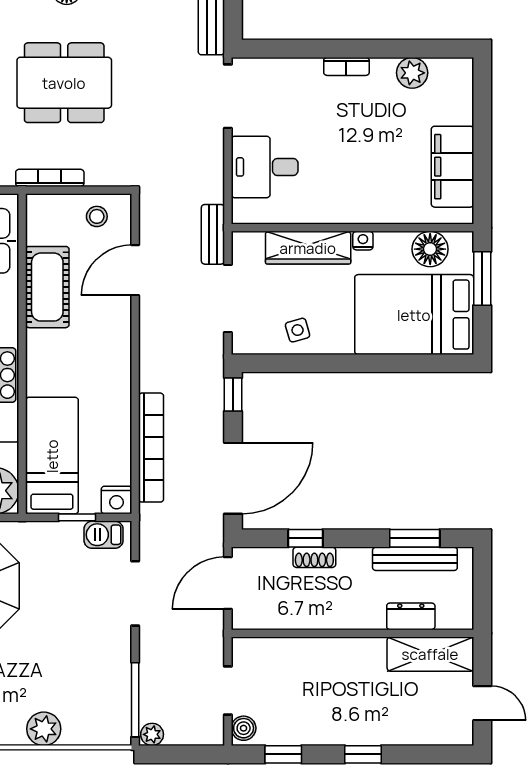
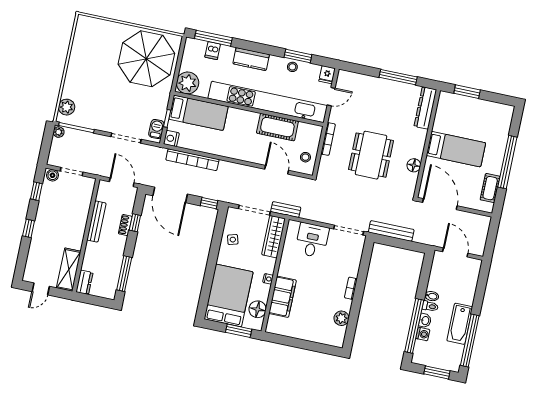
filing cabinet: (452, 167) -> (282, 297), moved, turned 90
wardrobe: (308, 248) -> (274, 237), moved
window: (415, 538) -> (124, 274), width x1.44
bench: (415, 559) -> (96, 221), moved
dresser: (411, 616) -> (84, 282), moved
plant: (44, 729) -> (67, 107), moved

